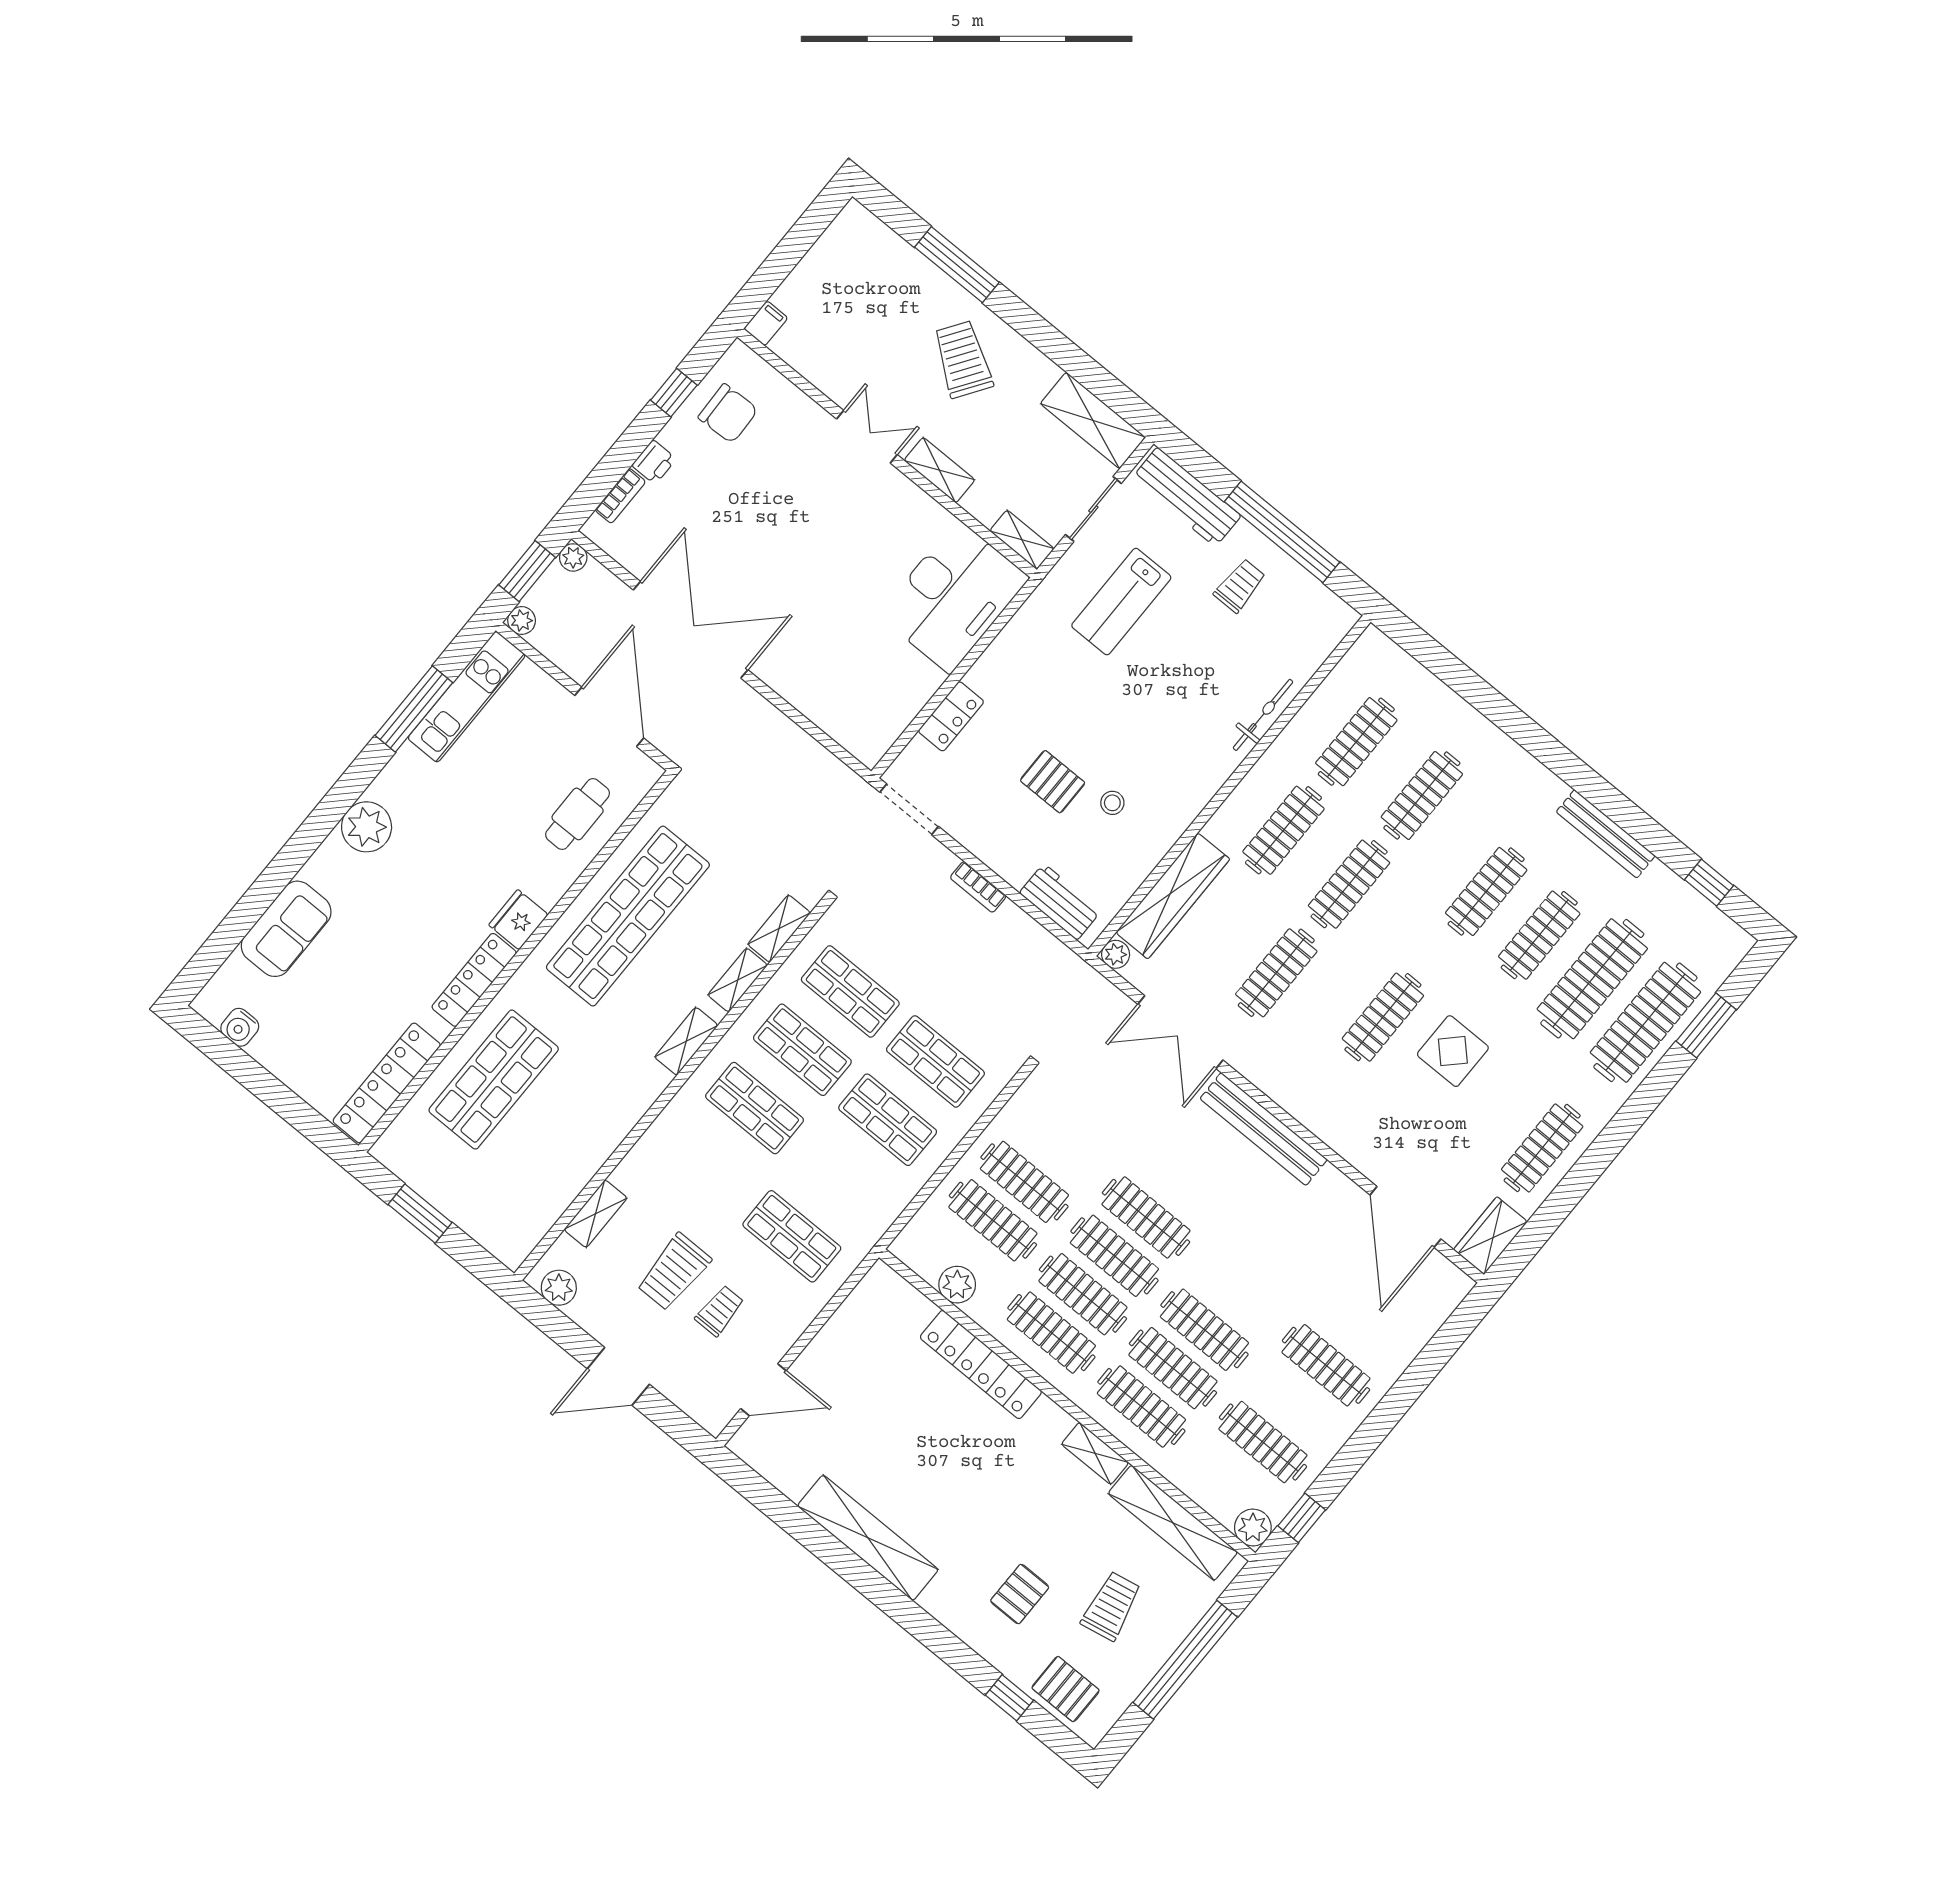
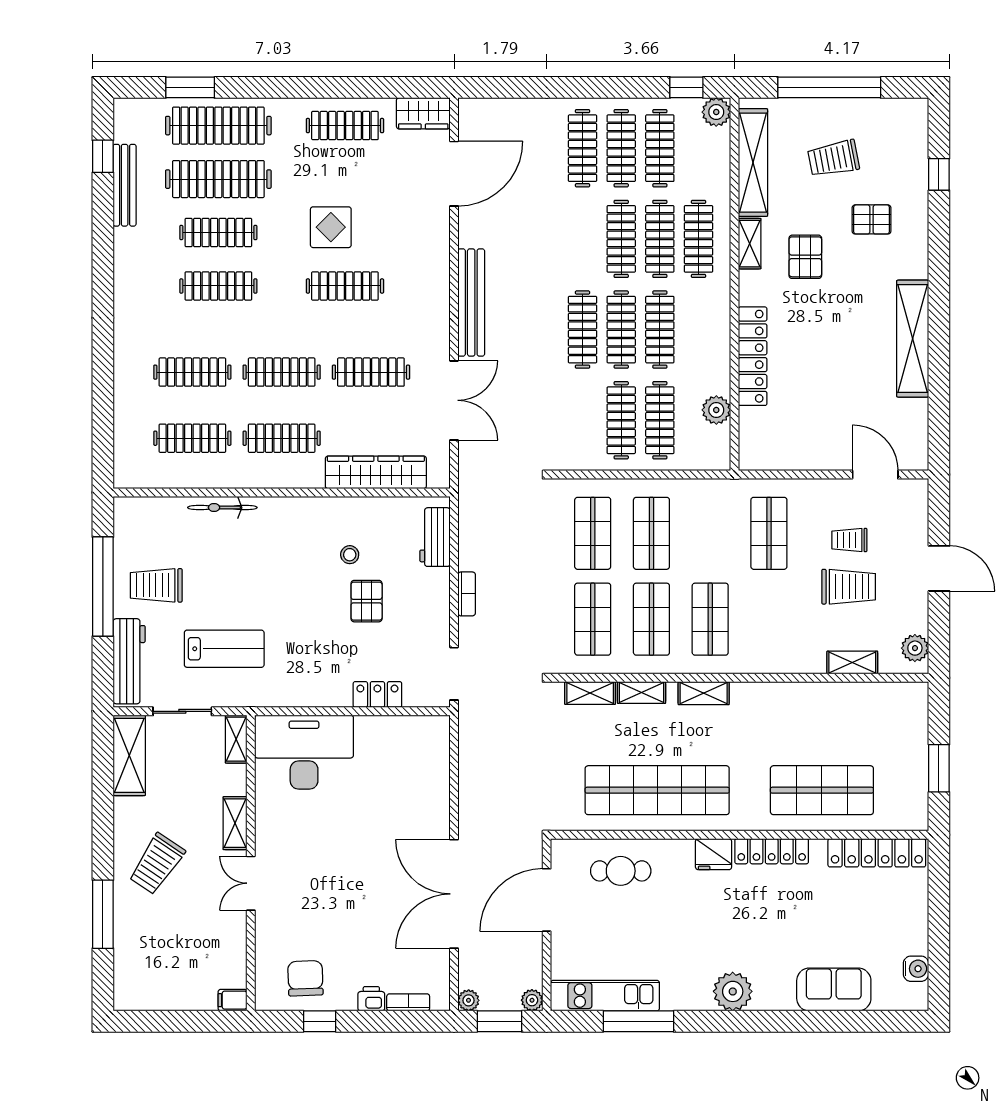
trolley: (1240, 586) -> (156, 585), width x1.36, depth x1.39
bench: (1606, 834) -> (125, 185), moved
plant: (1116, 954) -> (439, 478), removed
clothes rail: (1051, 1333) -> (621, 148), moved
pallet: (1066, 1689) -> (805, 257), moved

